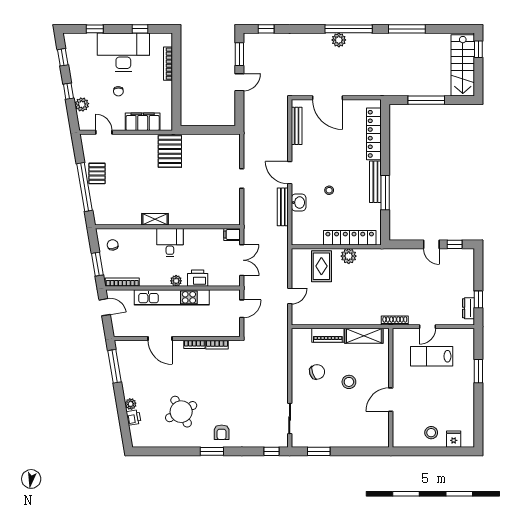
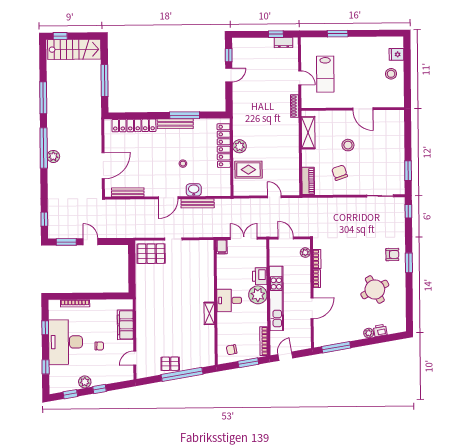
plant: (82, 104) -> (85, 382), moved
pallet: (170, 151) -> (151, 254), moved
plant: (176, 281) -> (258, 295), width x1.88, depth x1.88
plant: (225, 331) -> (305, 253), added
piano: (328, 335) -> (308, 181), moved

